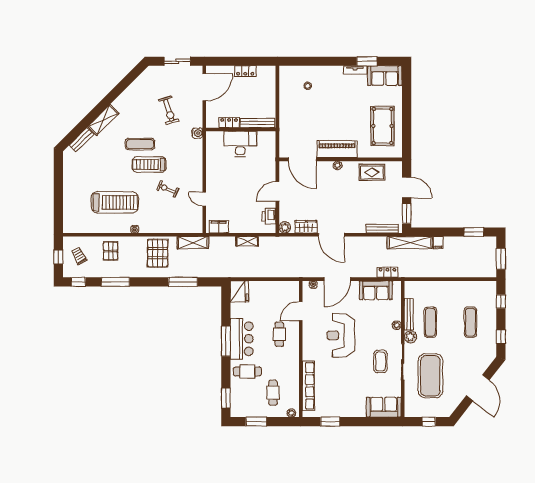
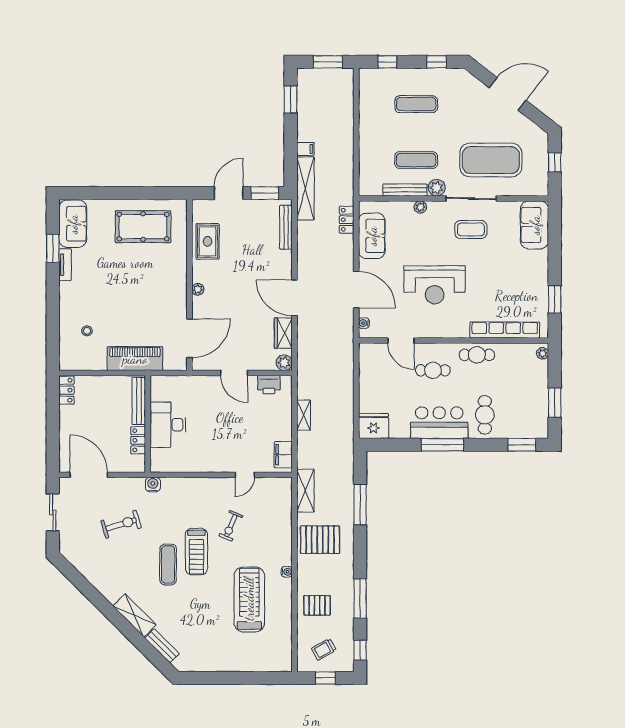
locker: (245, 71) -> (66, 390), moved
piano: (337, 149) -> (135, 359), moved, turned 90
door: (331, 235) -> (294, 298), swing flipped
cafe table: (273, 393) -> (477, 355), moved

